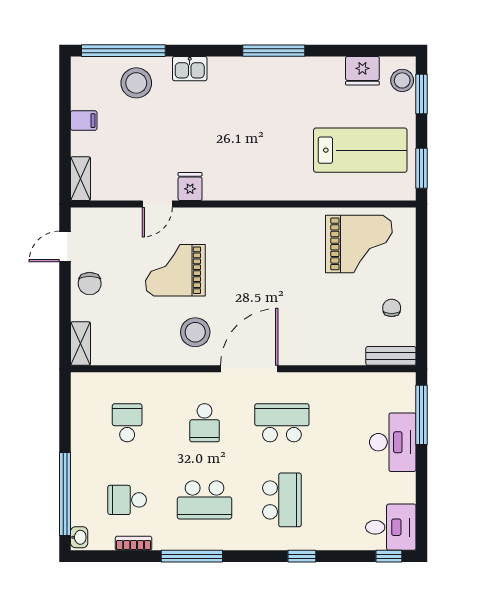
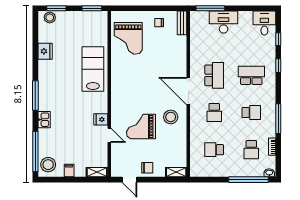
window: (274, 51) -> (35, 96), moved
fridge: (362, 71) -> (45, 51), moved
stool: (136, 83) -> (48, 165), moved
lab bench: (360, 150) -> (93, 69), moved
grand piano: (359, 244) -> (128, 38), turned 180
grand piano: (175, 270) -> (141, 127), turned 90
school desk: (205, 423) -> (214, 113), turned 90
school desk: (282, 423) -> (214, 75), turned 180
school desk: (205, 500) -> (251, 113), width x0.54
window: (389, 556) -> (278, 39), moved

